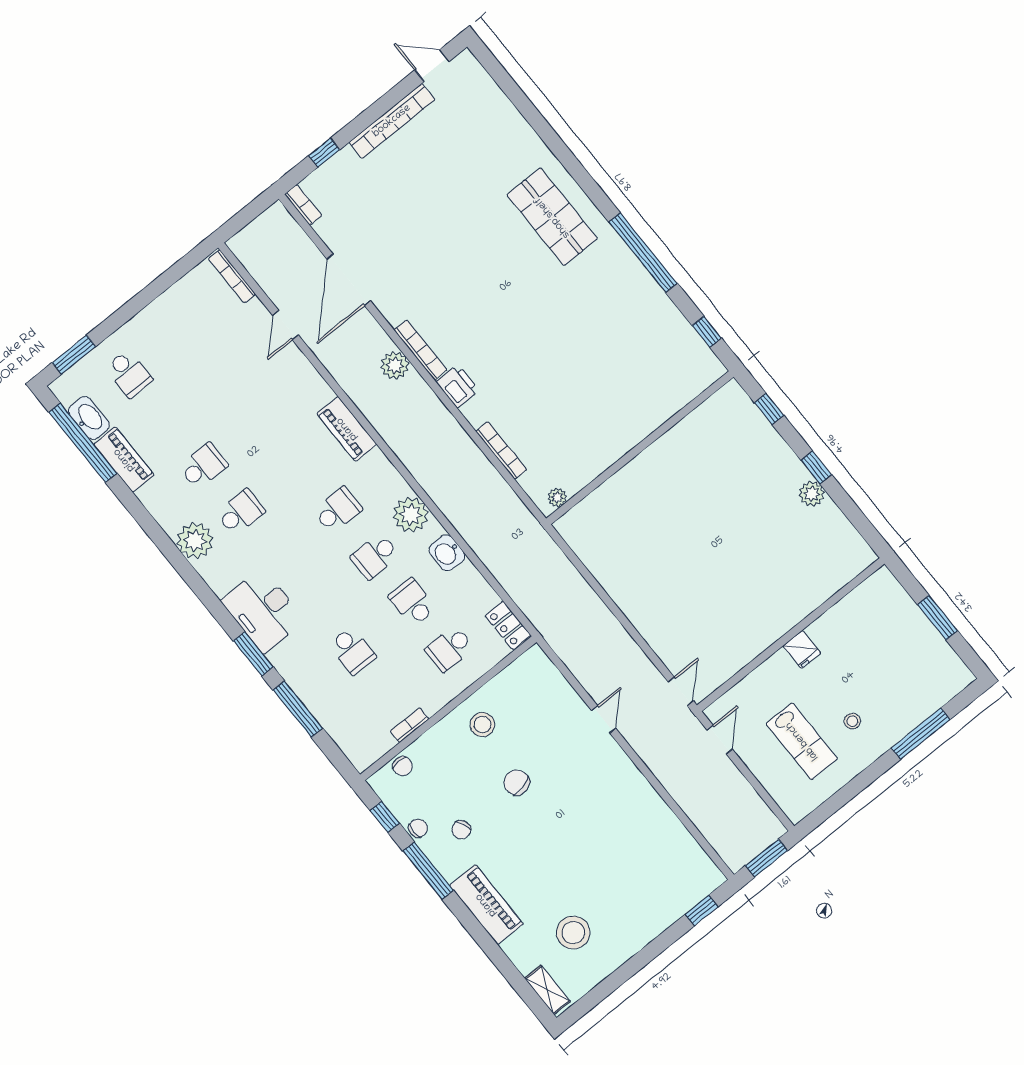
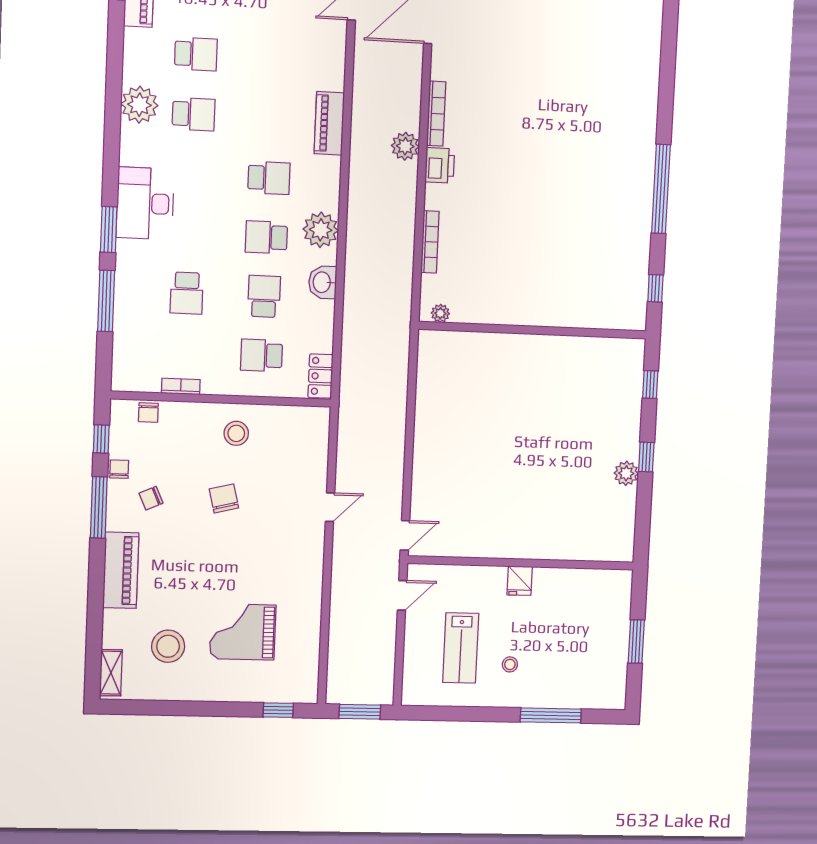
shop shelf: (552, 217) -> (619, 103), removed
plant: (395, 365) -> (405, 146), moved
chair: (418, 828) -> (119, 469), turned -90
grand piano: (621, 873) -> (243, 632), added

